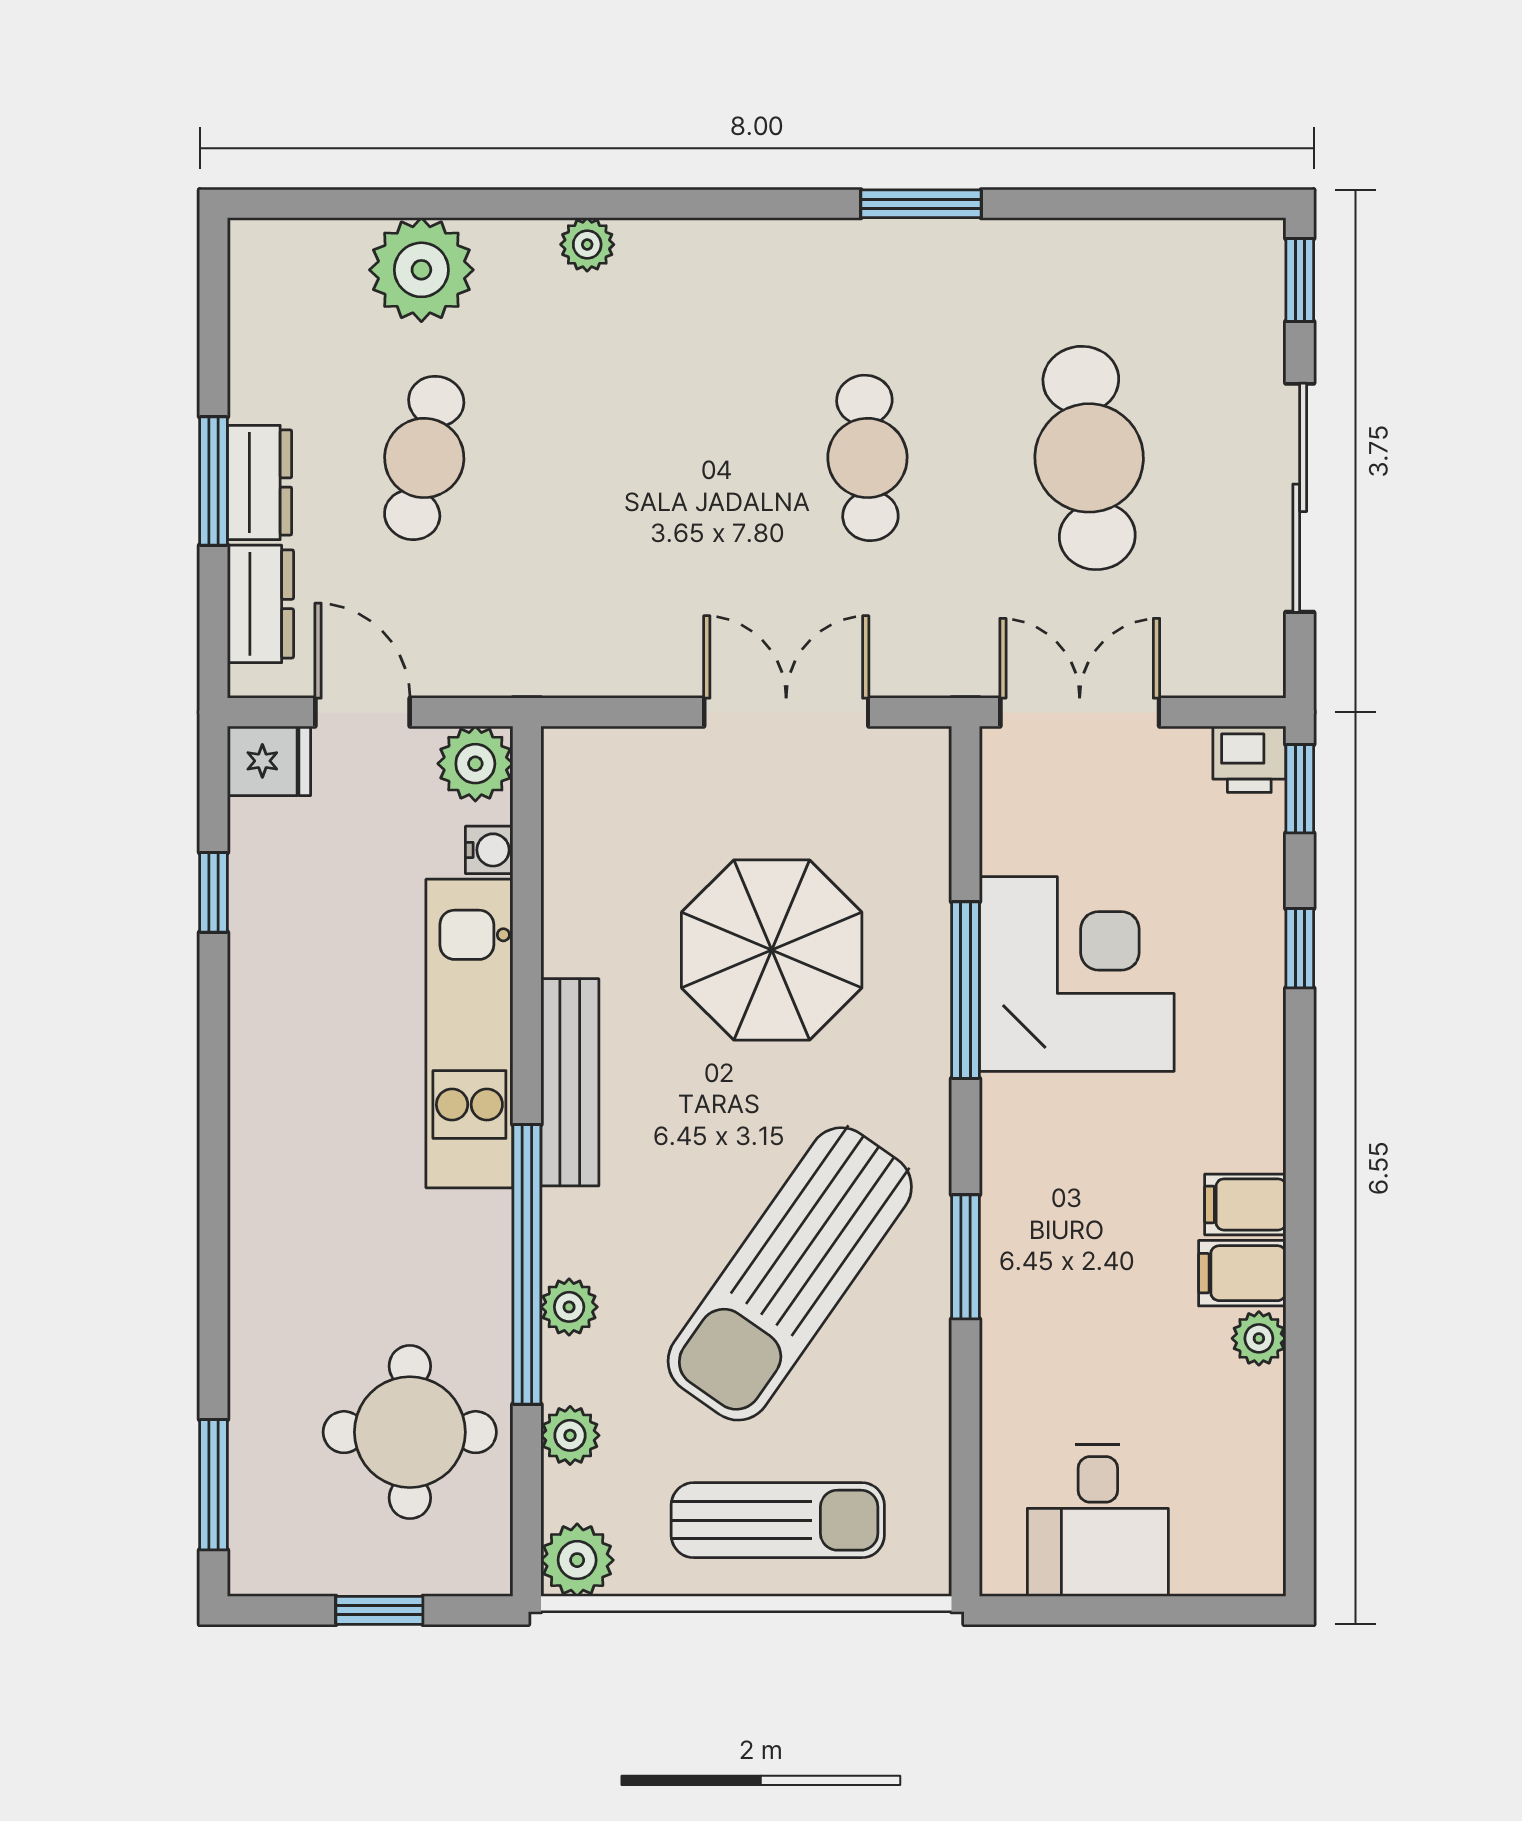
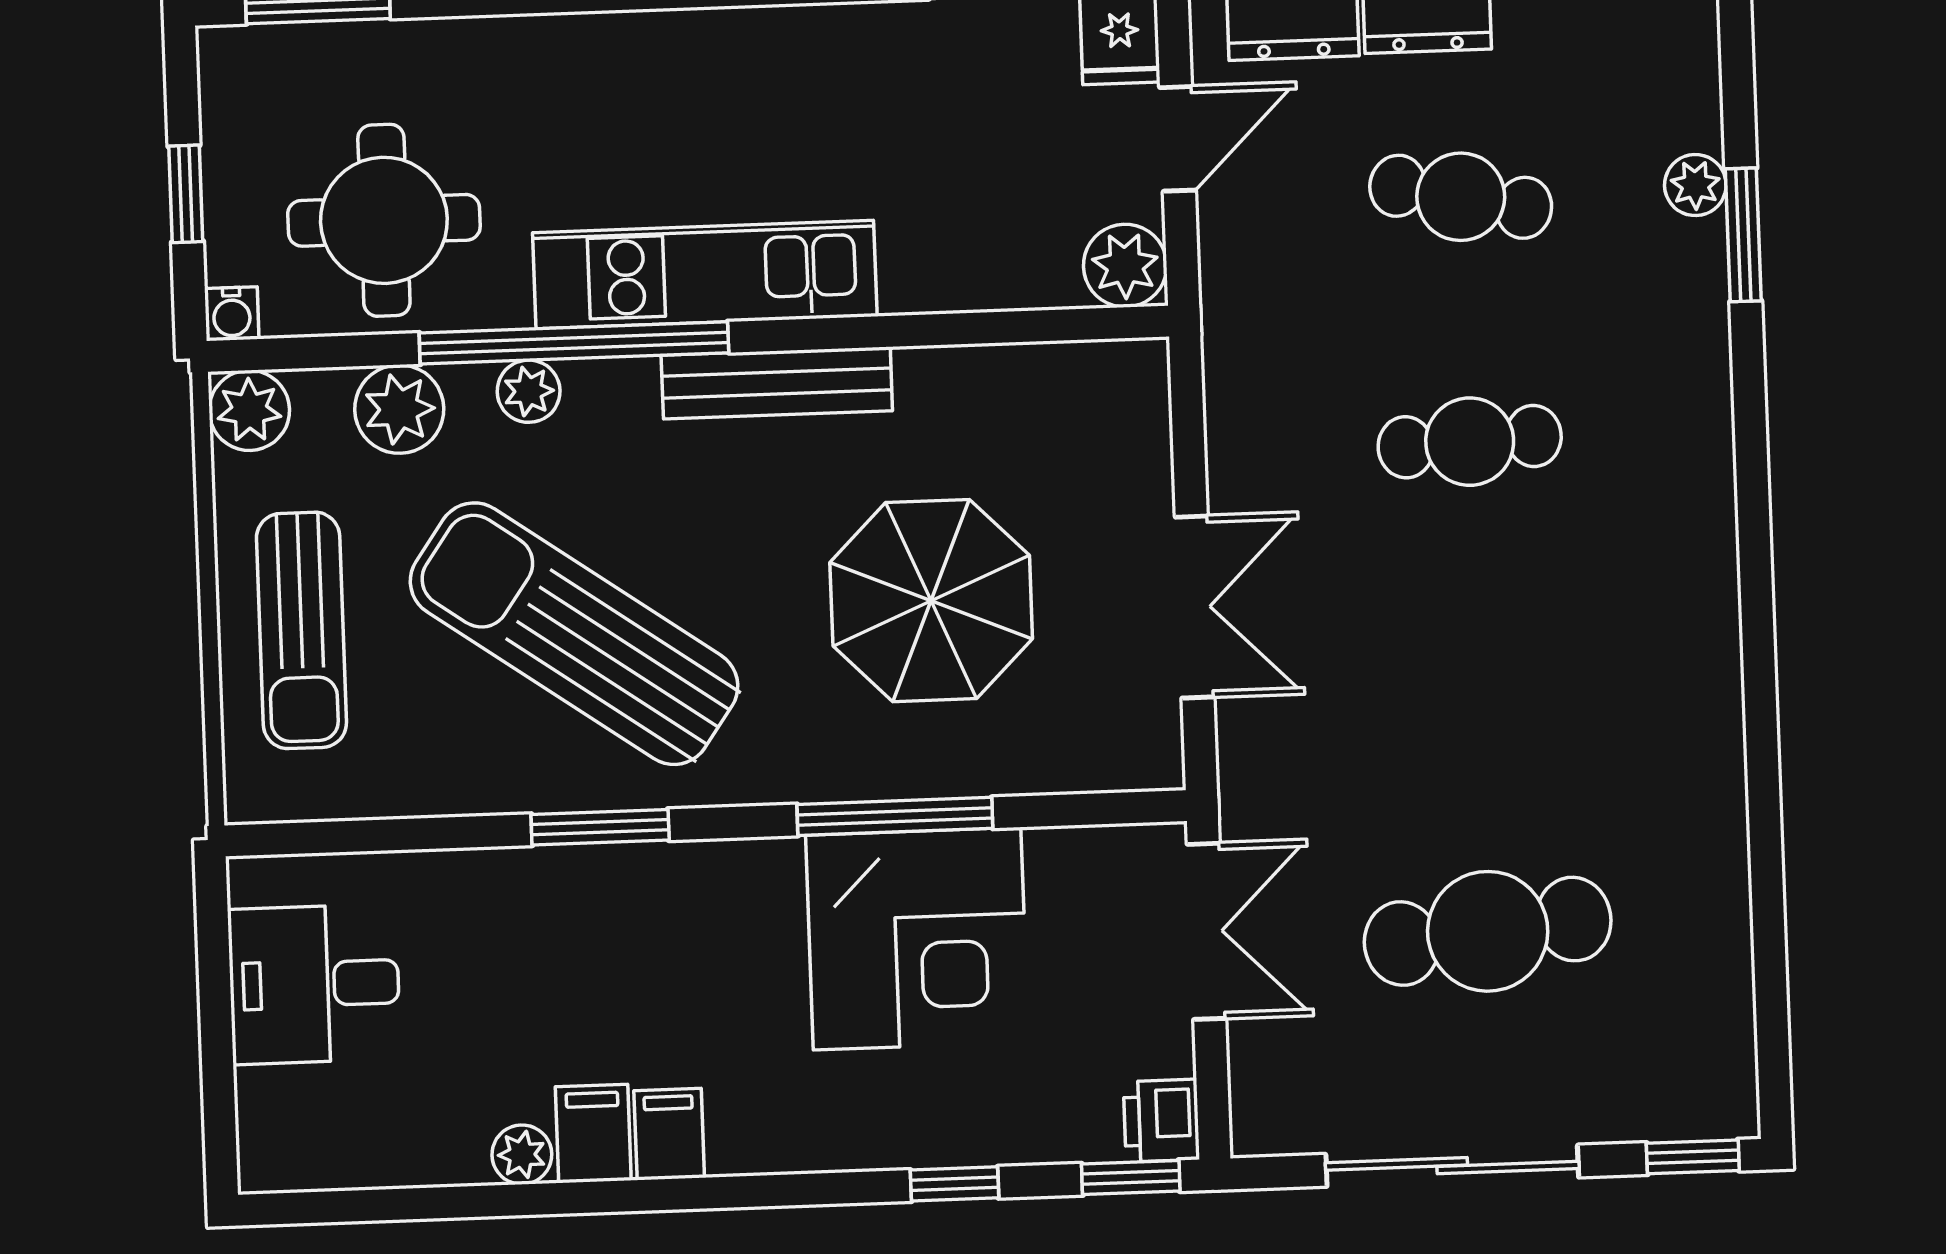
window: (921, 204) -> (1743, 235), moved
plant: (587, 244) -> (1703, 368), removed
plant: (421, 270) -> (1695, 185), width x0.53, depth x0.53
cafe table: (867, 458) -> (1470, 442), moved
water cooler: (489, 850) -> (232, 314), moved
kitchen unit: (469, 1034) -> (705, 275), moved
plant: (570, 1435) -> (399, 409), width x1.38, depth x1.38

